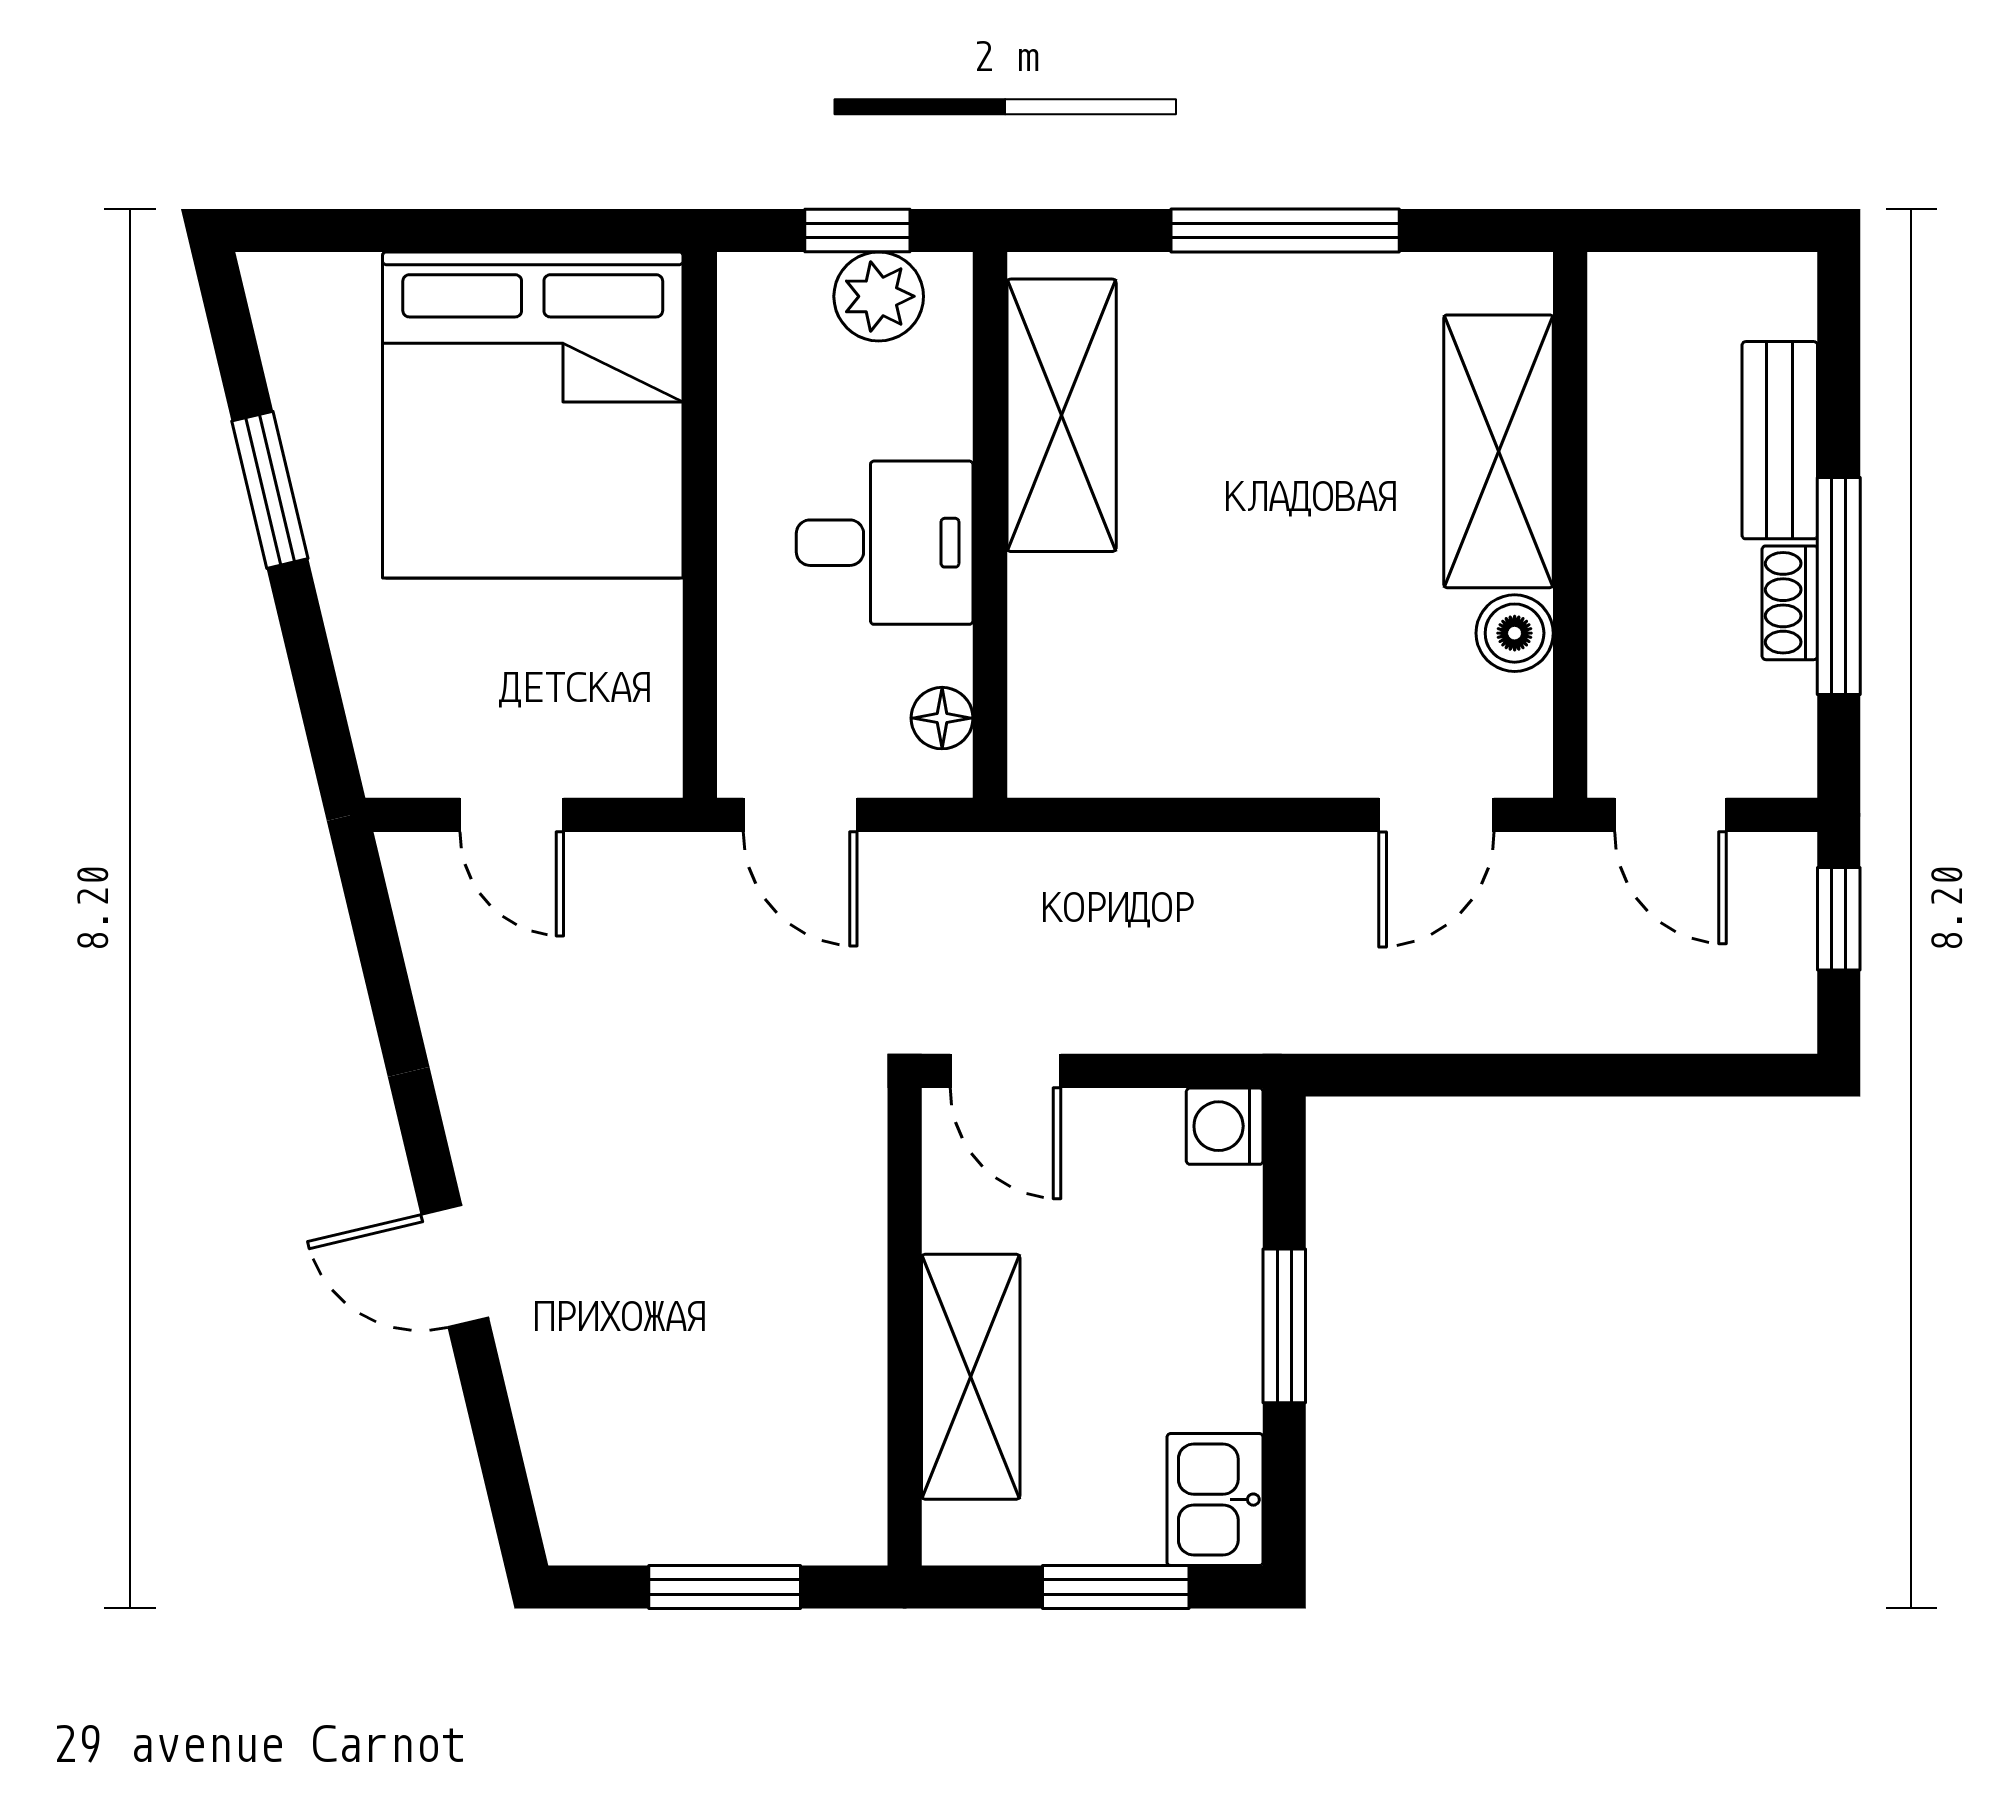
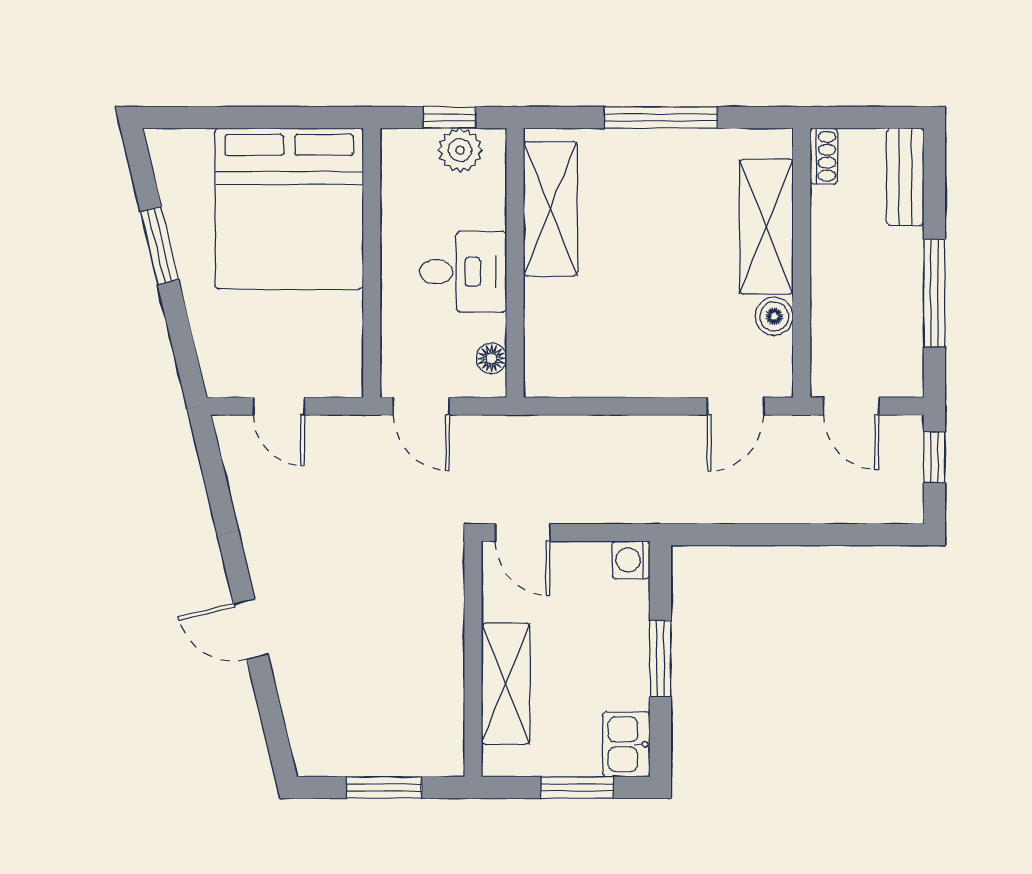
bench: (1780, 440) -> (905, 177), moved
shoe rack: (1790, 603) -> (824, 156), moved, turned 180

